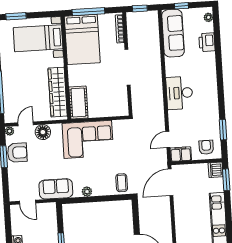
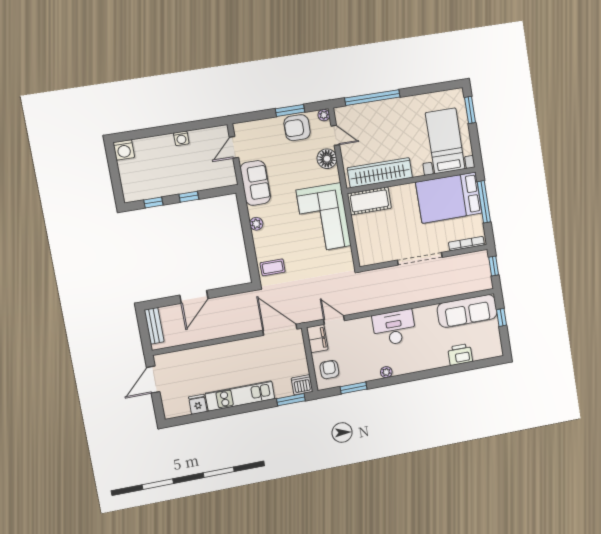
plant: (208, 17) -> (386, 372), moved
armchair: (206, 147) -> (329, 370), turned -90
armchair: (17, 153) -> (297, 128), turned 90

